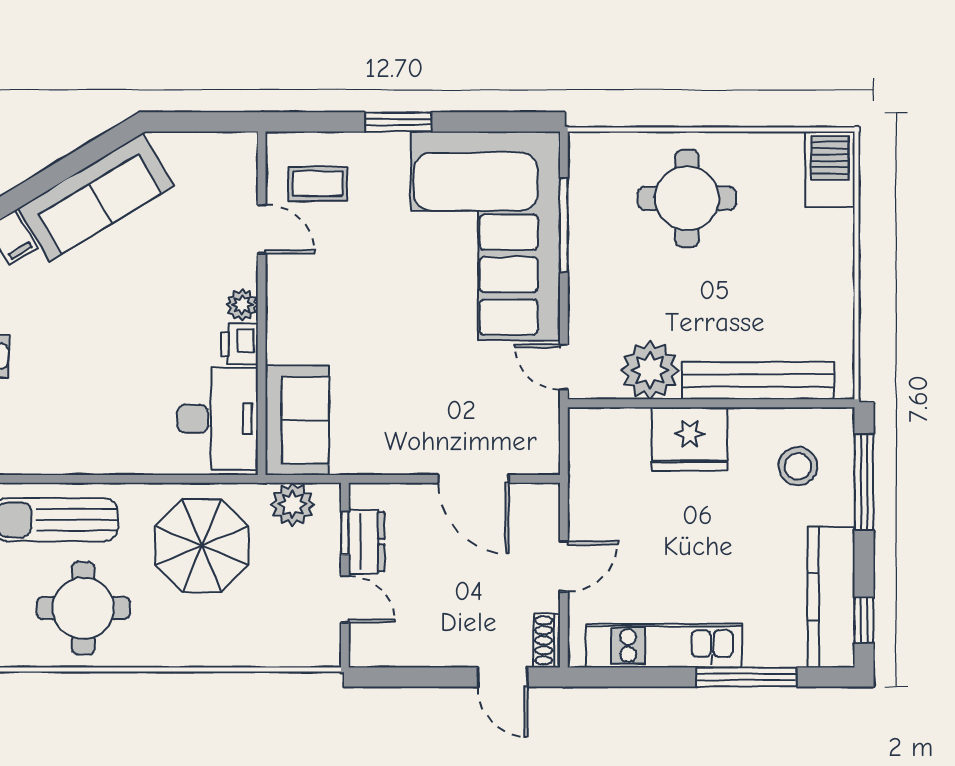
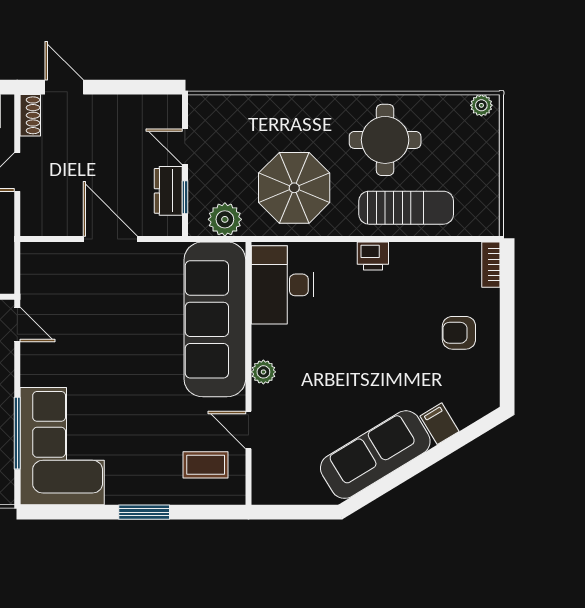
corner sofa: (486, 236) -> (62, 446), width x0.73, depth x0.74
printer: (239, 344) -> (373, 256), moved, turned 90
sofa: (297, 420) -> (215, 319), width x1.85, depth x1.27
door: (473, 479) -> (110, 239), moved

